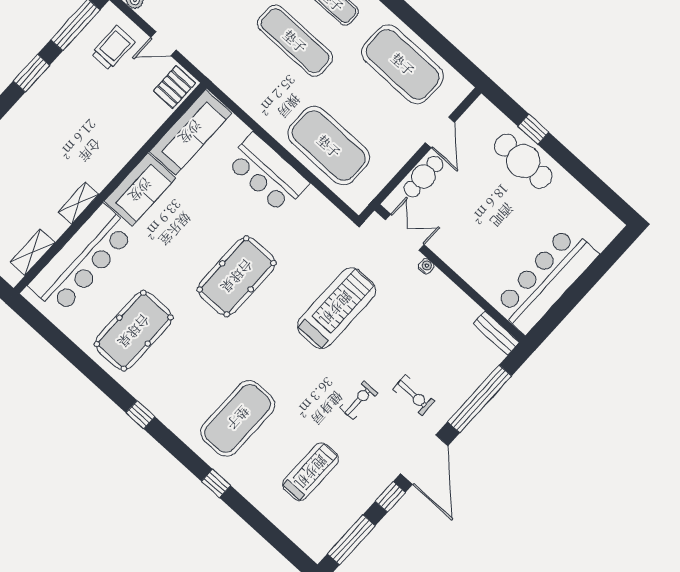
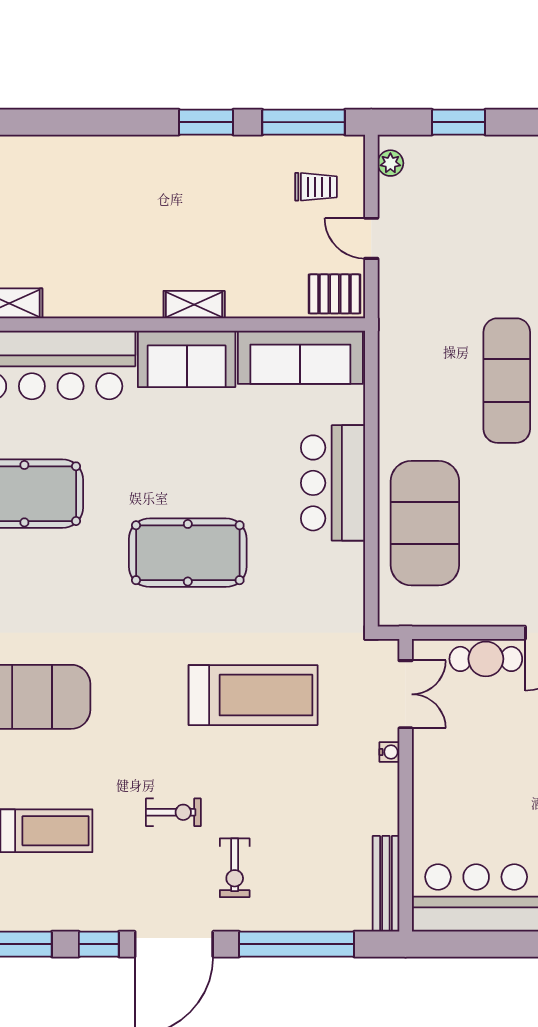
trolley: (113, 48) -> (316, 187), width x0.73, depth x0.72
shelving: (78, 203) -> (194, 305), moved
bench: (496, 333) -> (386, 884), width x1.36

